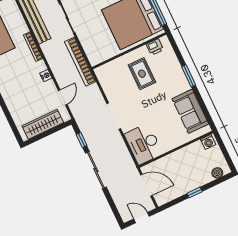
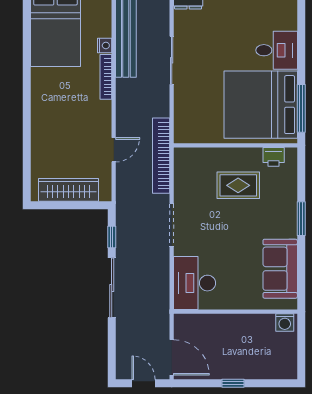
bookcase: (80, 62) -> (161, 156), moved
rug: (142, 74) -> (238, 185), turned 90
nightstand: (46, 76) -> (105, 45), moved
door: (63, 97) -> (114, 150), moved
boiler: (217, 173) -> (277, 371), removed
door: (147, 185) -> (172, 357), moved

